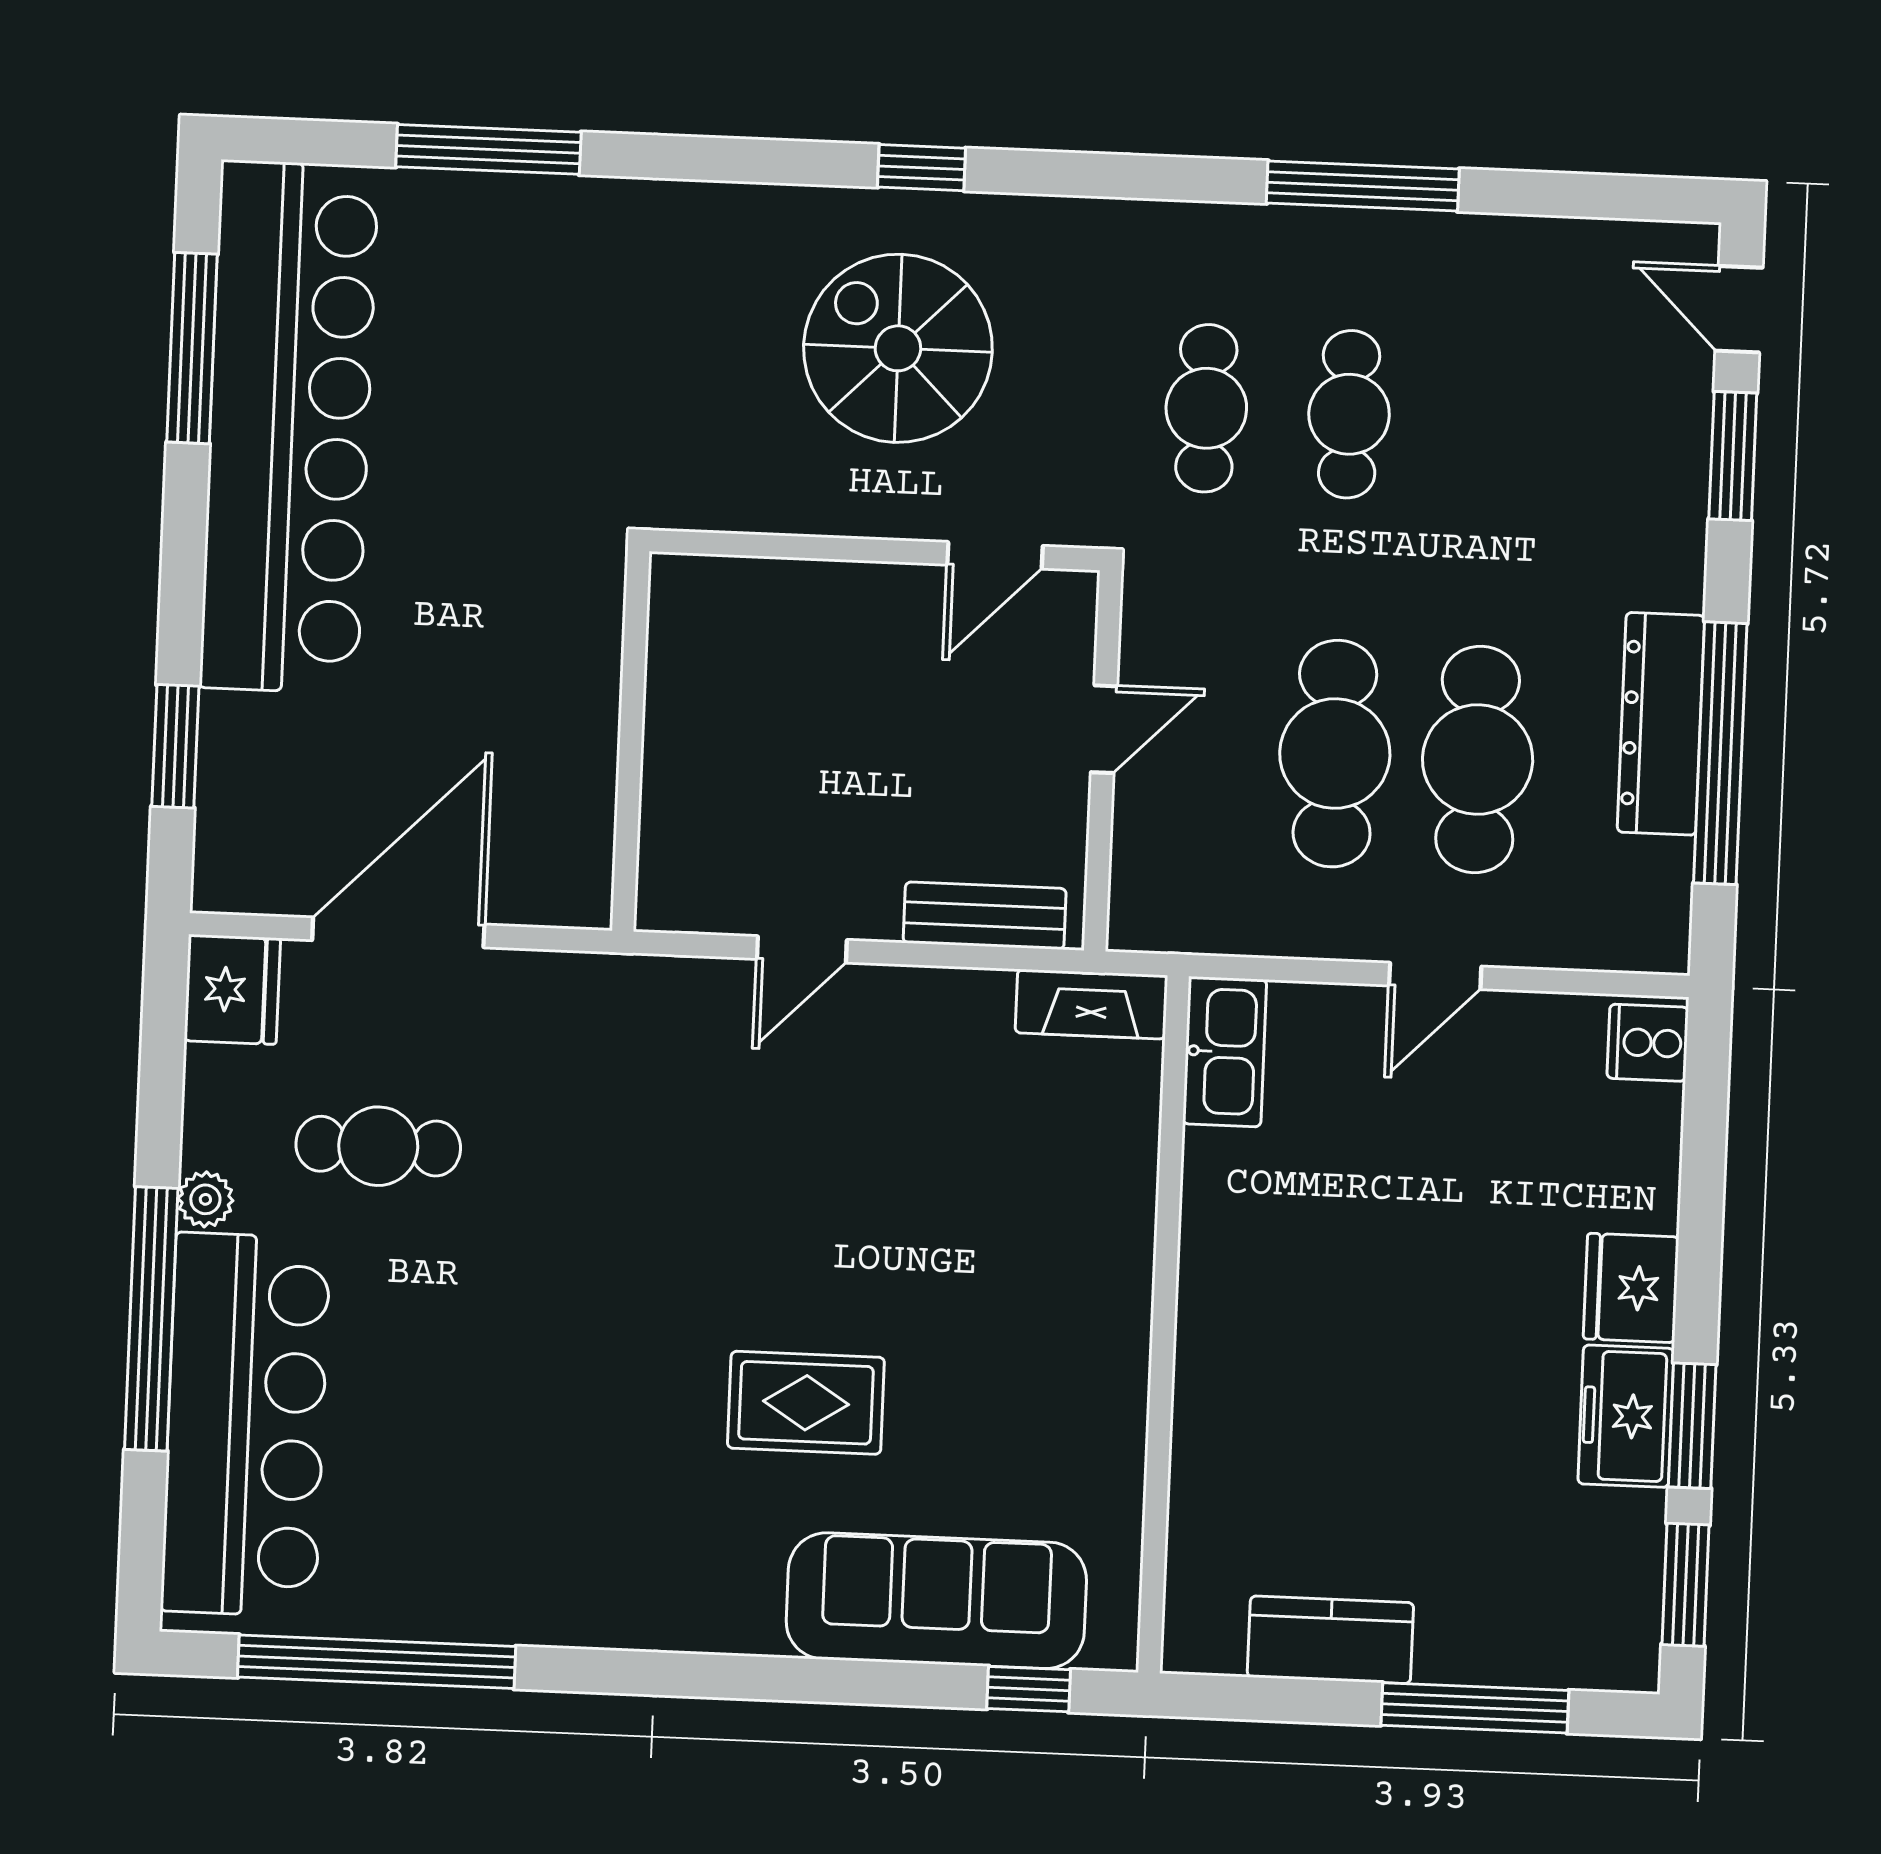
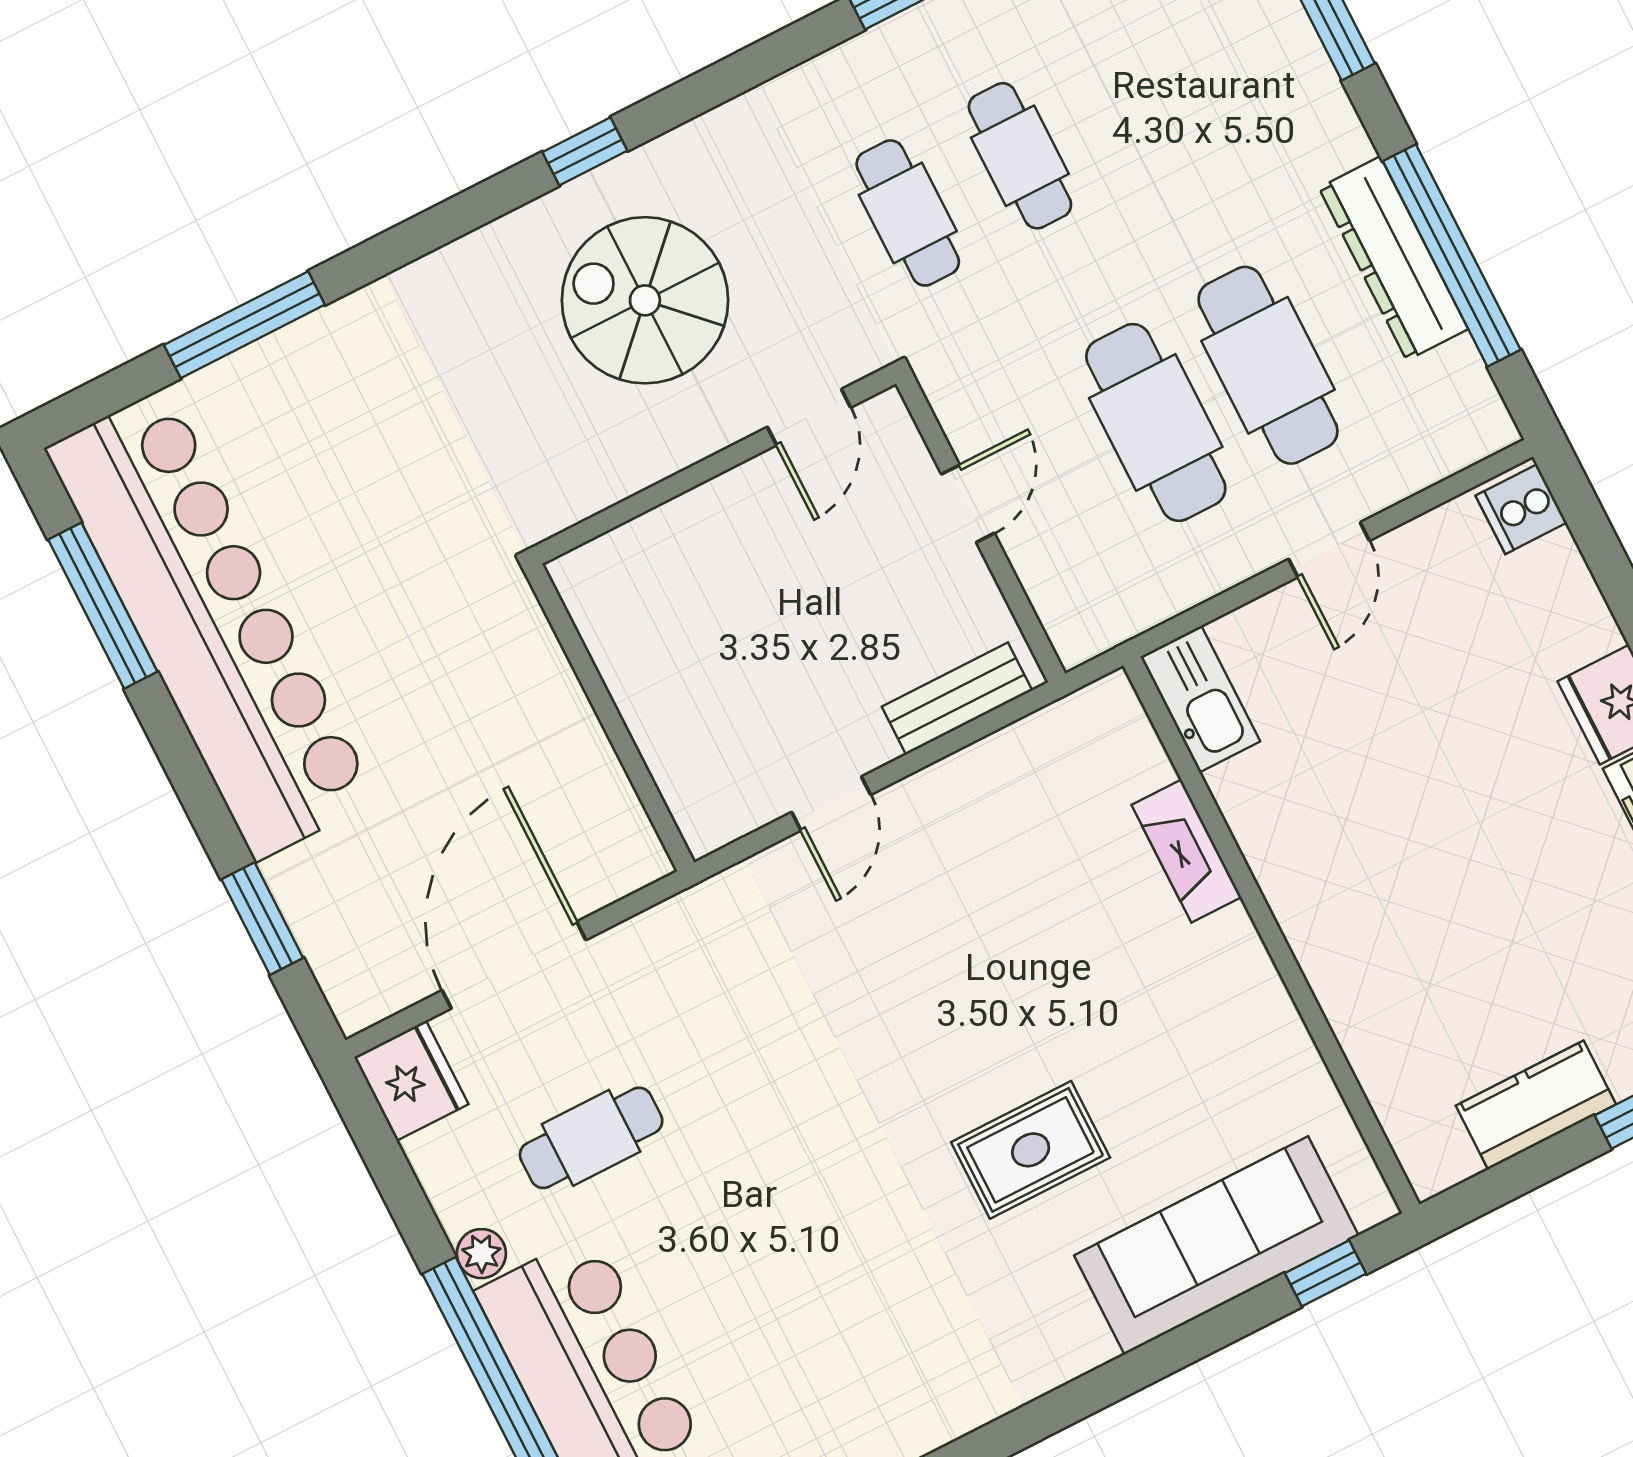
fireplace: (1091, 1004) -> (1186, 851), moved, turned 90

